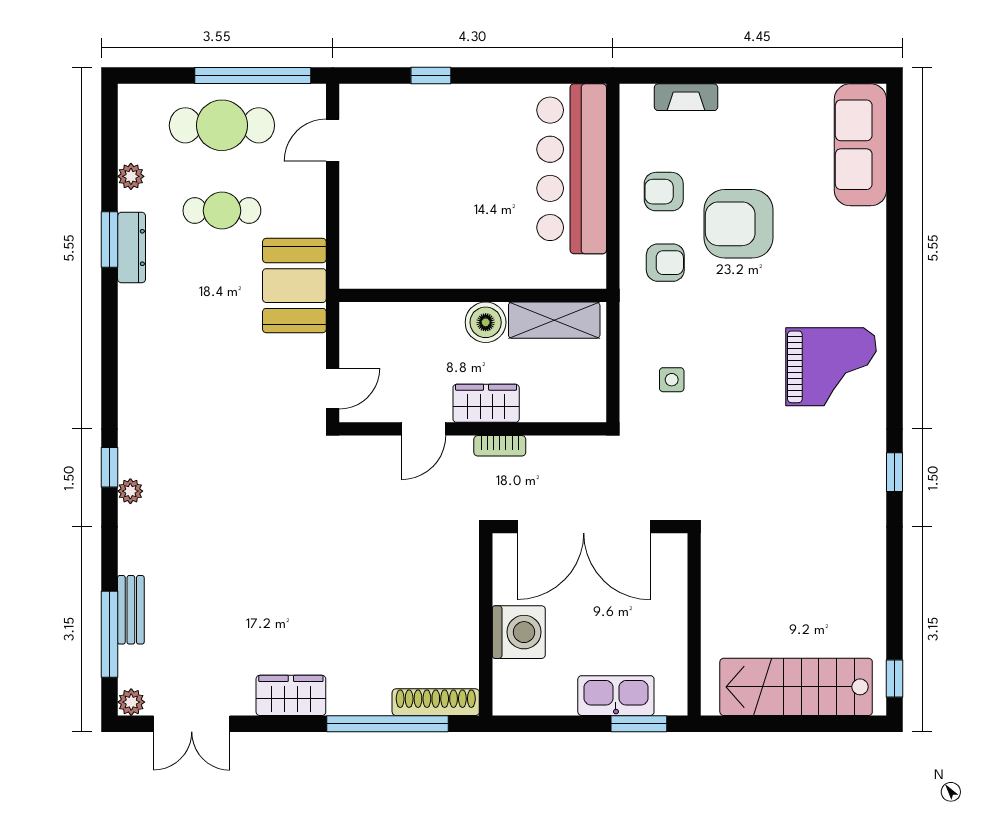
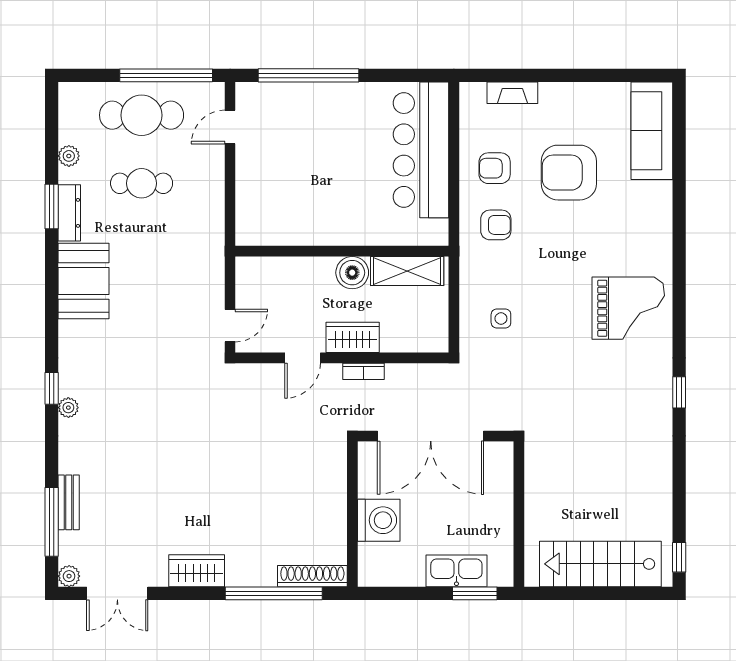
window: (431, 76) -> (308, 75), width x3.17
armchair: (738, 224) -> (569, 173), moved
booth: (294, 286) -> (84, 281), moved

